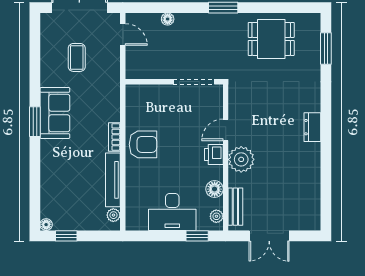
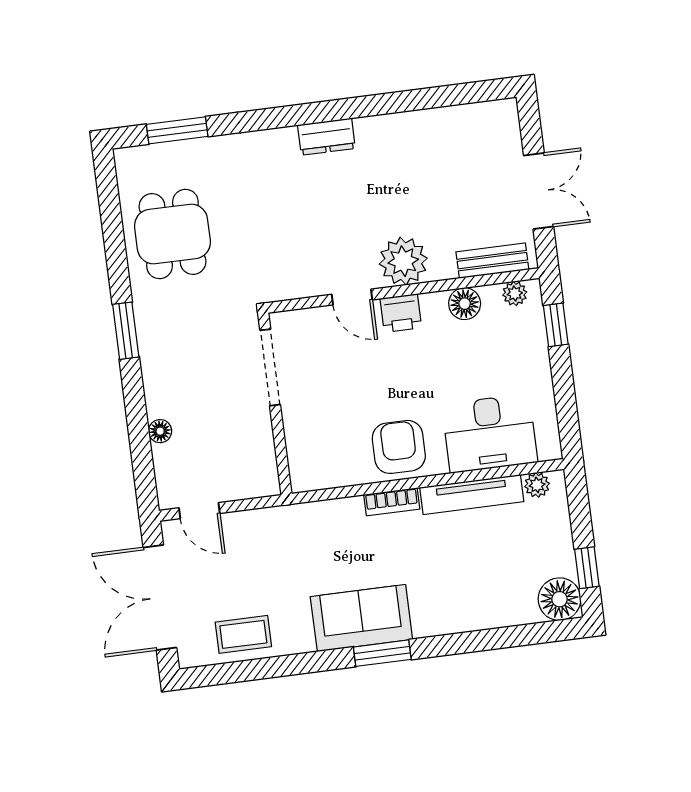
door: (123, 34) -> (199, 511), swing flipped
coffee table: (77, 57) -> (243, 634), moved
desk: (172, 212) -> (490, 433), moved, turned 90
floor lamp: (46, 225) -> (560, 599), width x1.89, depth x1.89

